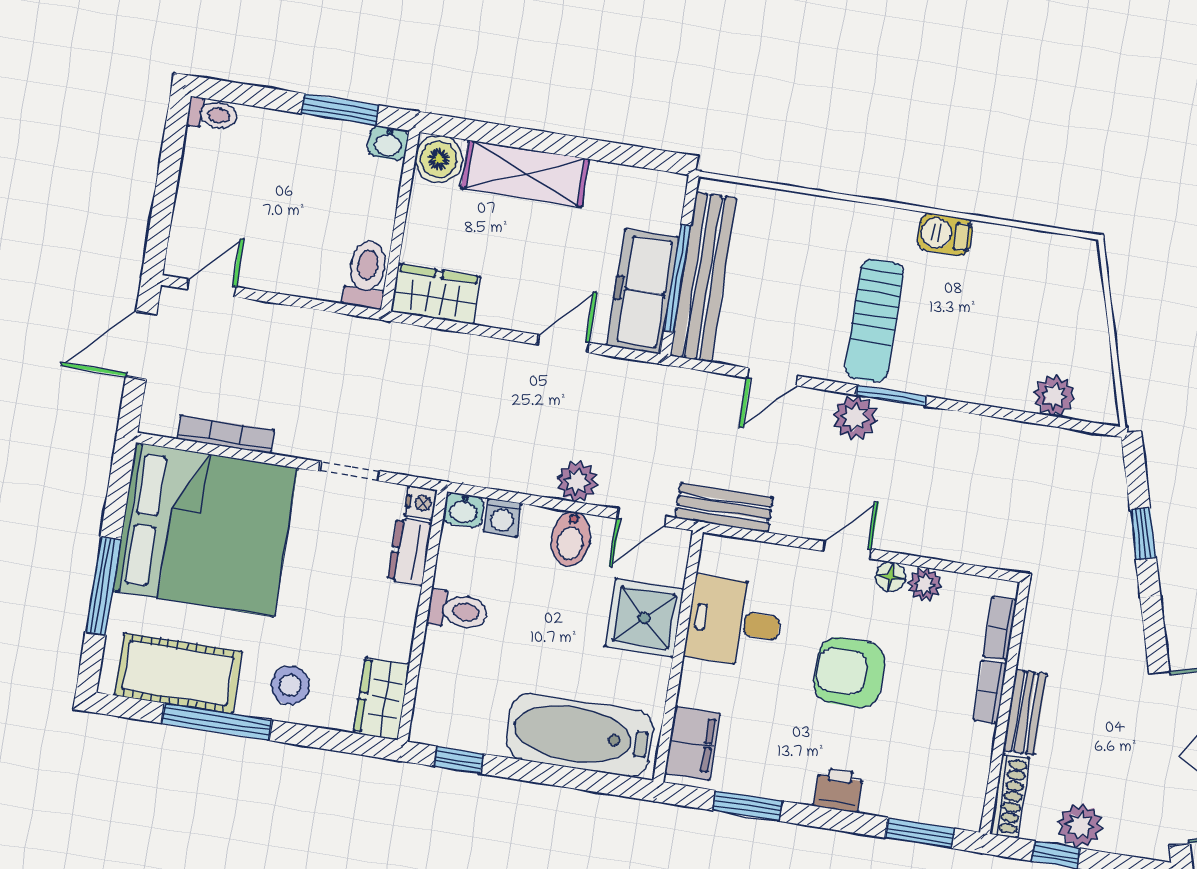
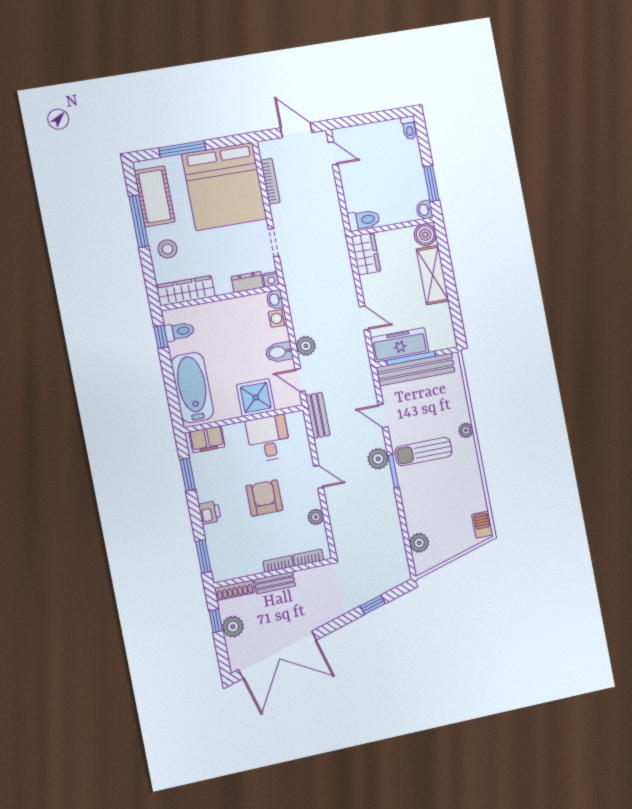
plant: (863, 218) -> (466, 430), added
barbecue: (945, 234) -> (482, 525), moved
floor lamp: (891, 577) -> (314, 501), removed
toilet: (458, 611) -> (179, 331), moved, turned -90
wardrobe: (382, 699) -> (186, 291), width x1.50

